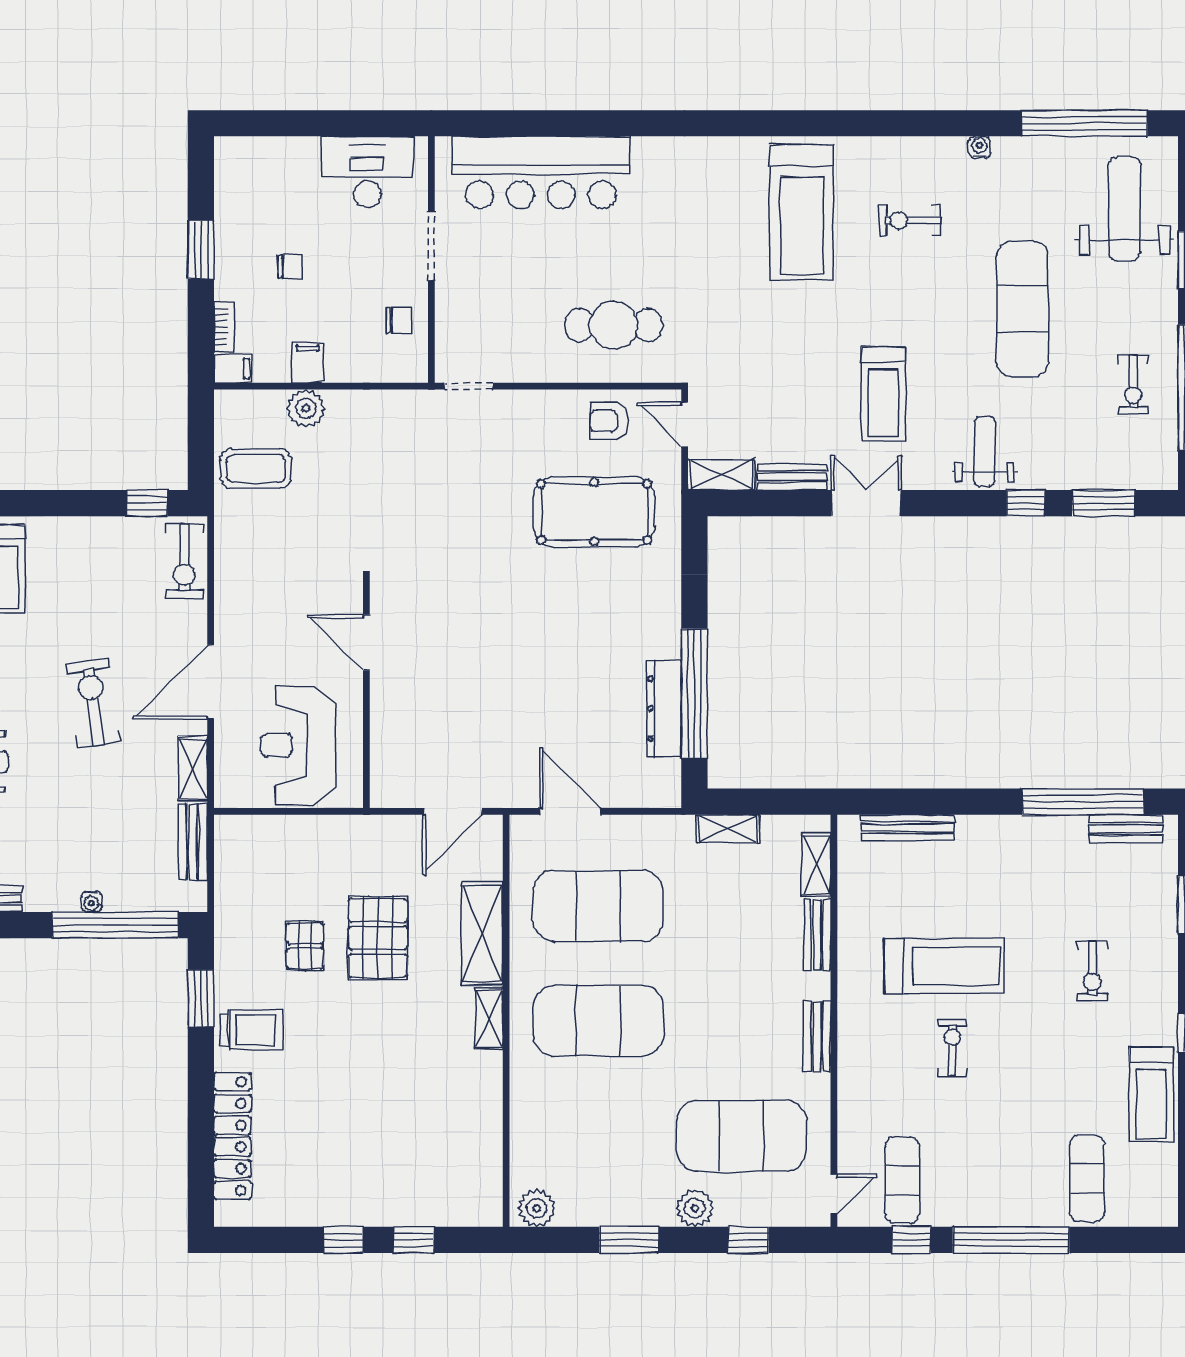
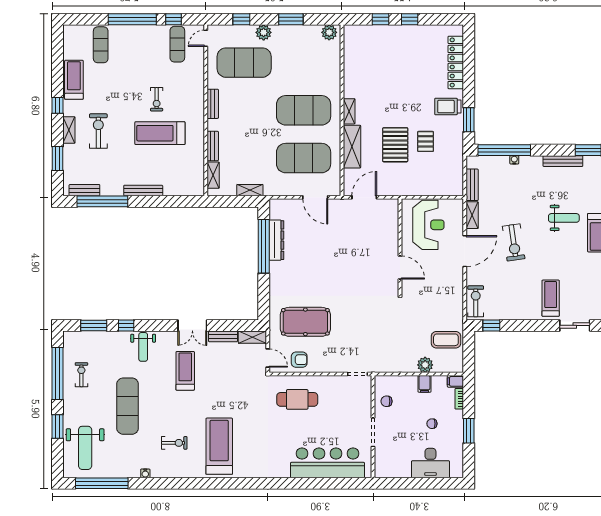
desk: (367, 172) -> (430, 463), moved
bench: (908, 828) -> (143, 191), moved
exercise bike: (1092, 971) -> (98, 131), width x1.38, depth x1.39
shelving: (1163, 973) -> (69, 130), added

